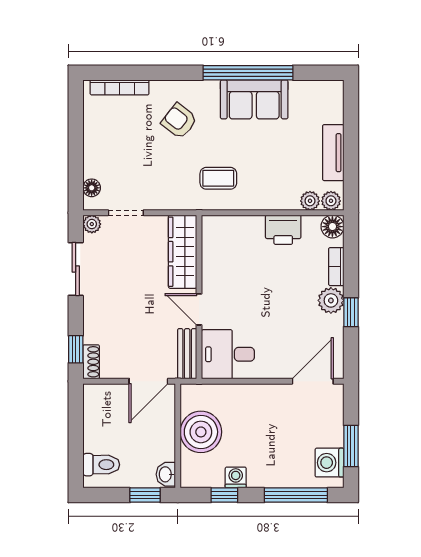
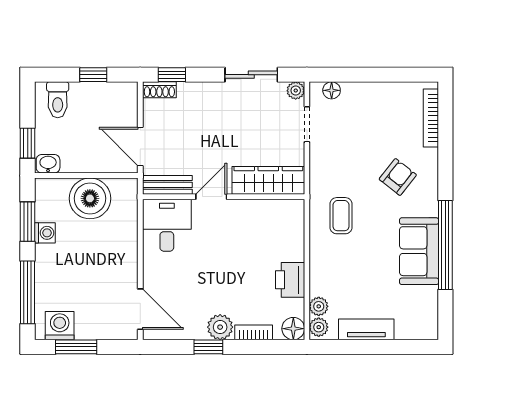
window: (76, 429) -> (93, 75), added
window: (224, 495) -> (28, 222), width x1.50

